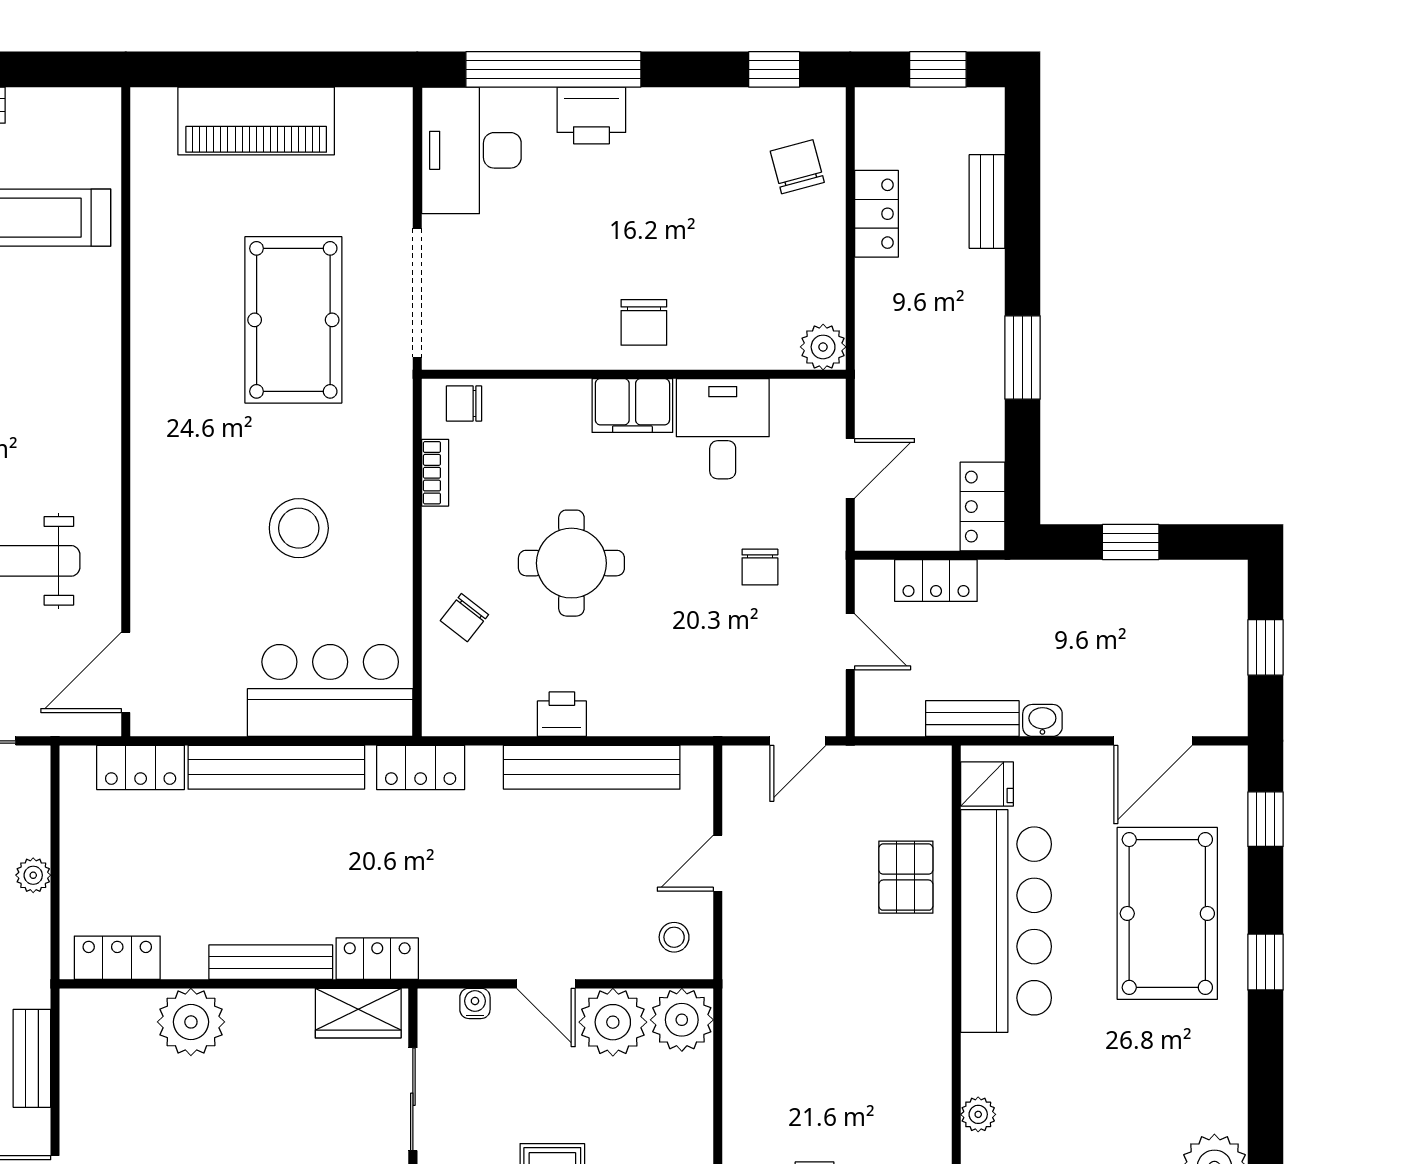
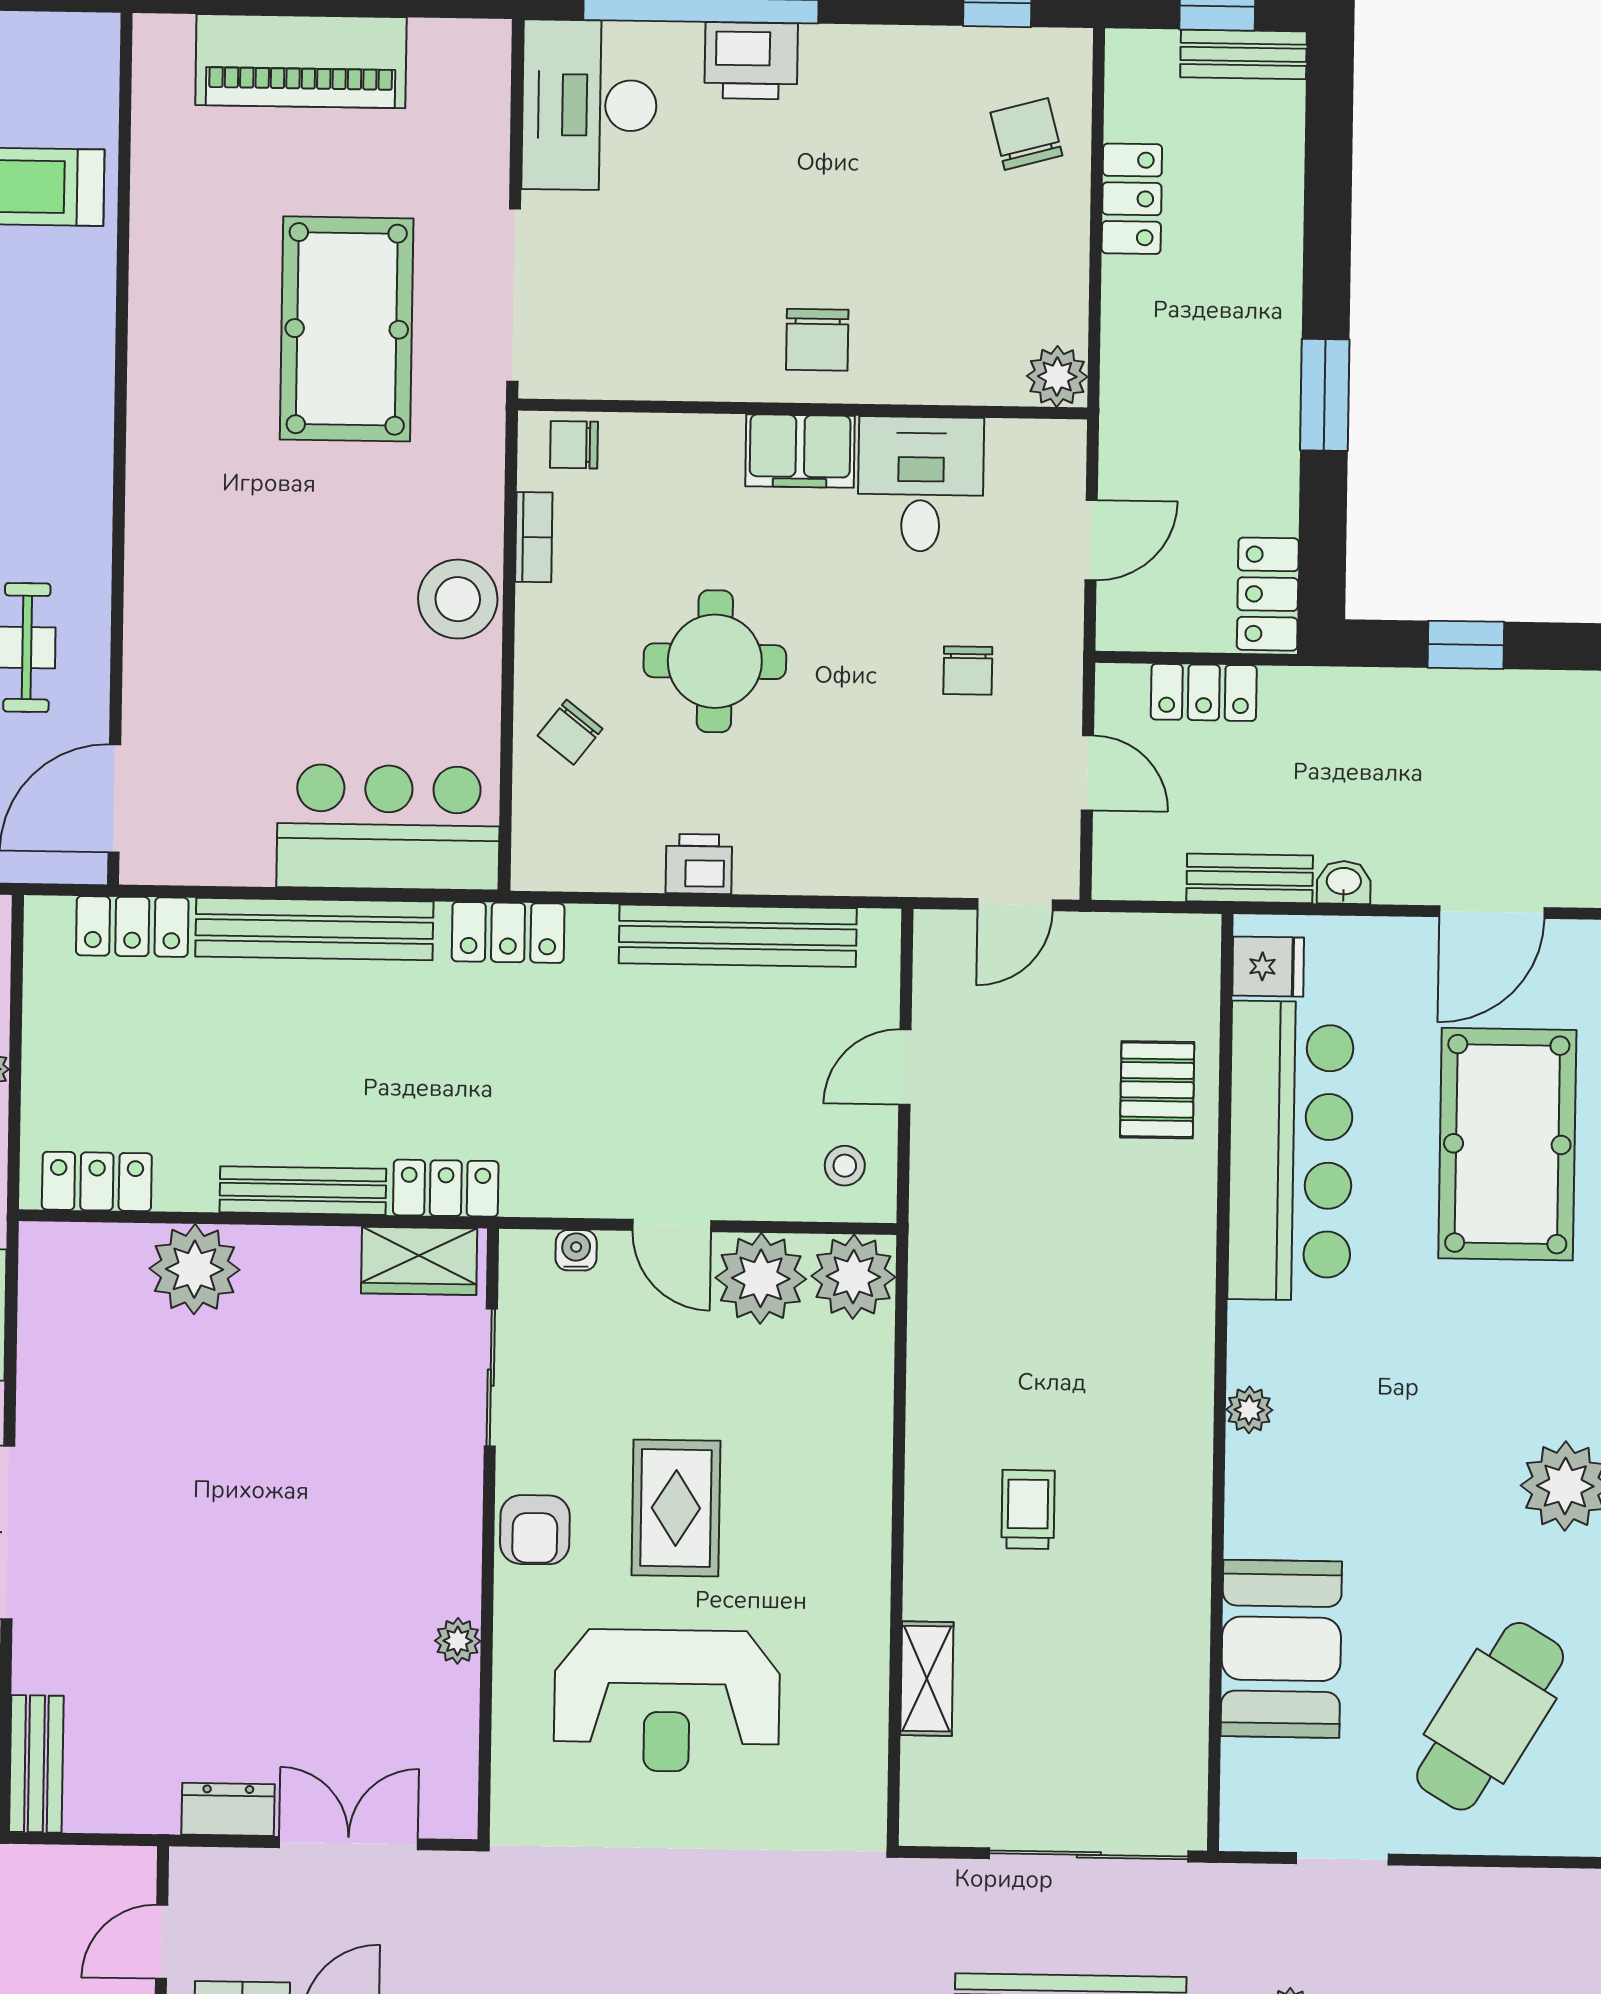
bench: (987, 202) -> (1243, 54), moved, turned 90
stool: (299, 528) -> (458, 599), moved

